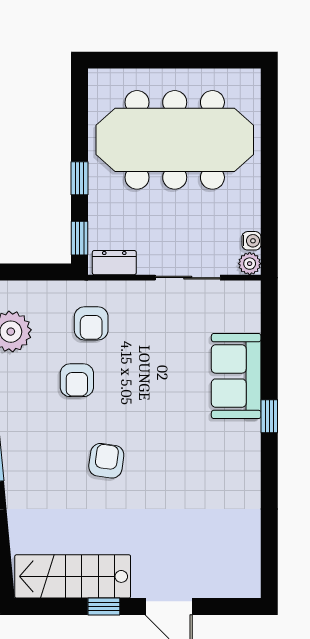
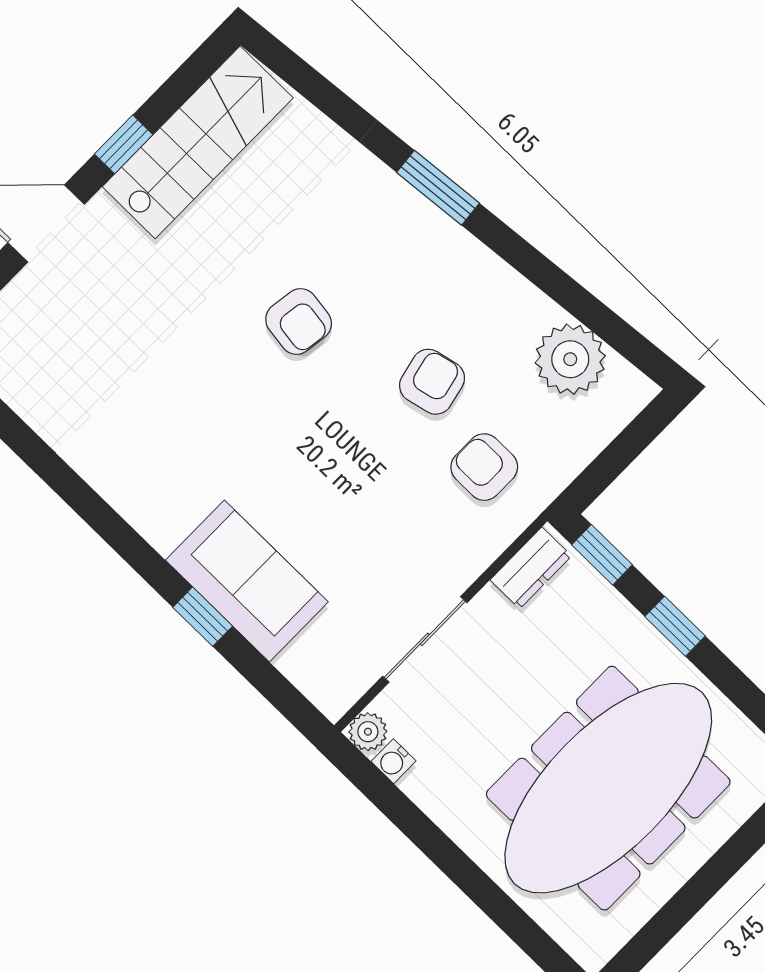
armchair: (77, 380) -> (432, 382), turned 77
window: (269, 416) -> (203, 617), moved

